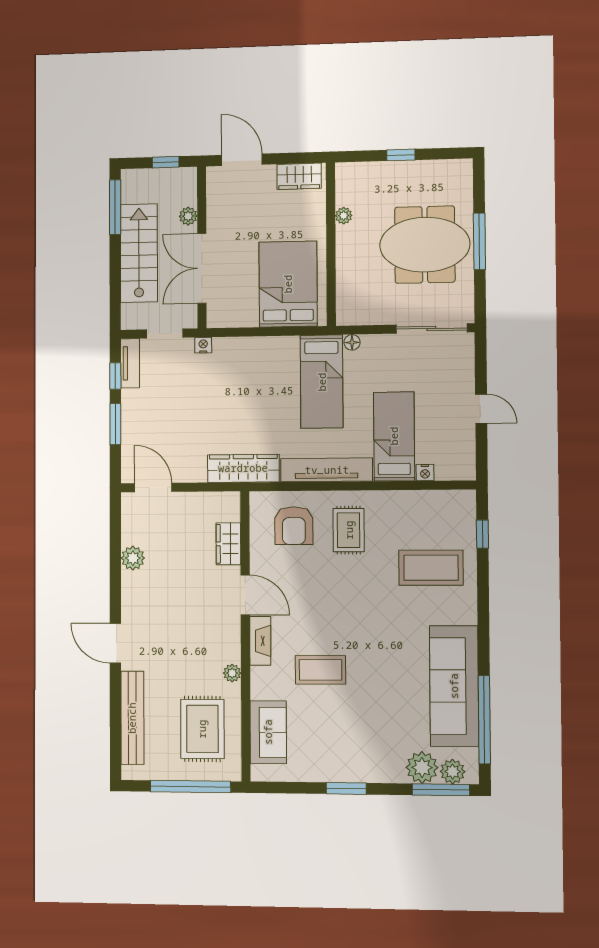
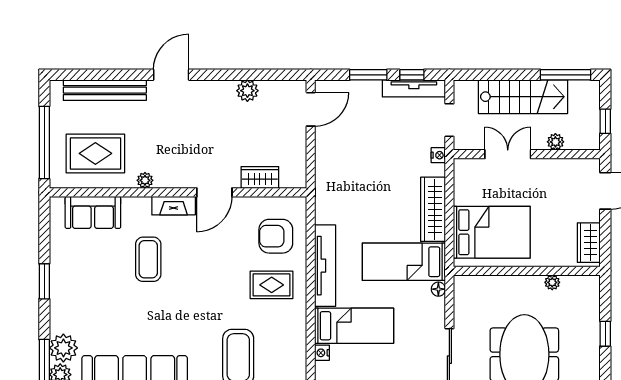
double door: (202, 268) -> (508, 154), width x0.73
tv unit: (130, 363) -> (414, 88), width x1.41
wardrobe: (243, 468) -> (433, 209), moved, turned 180

